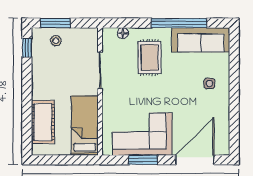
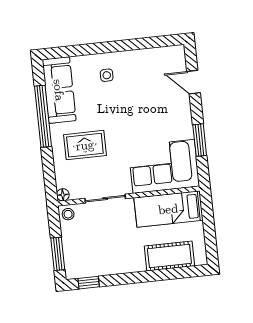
floor lamp: (123, 33) -> (63, 195), moved
stool: (56, 41) -> (68, 214), moved
corner sofa: (142, 134) -> (164, 166), moved, turned 90
door: (195, 160) -> (194, 82), width x0.53

